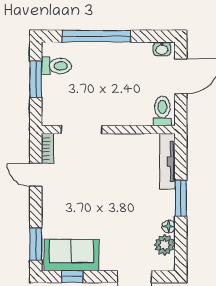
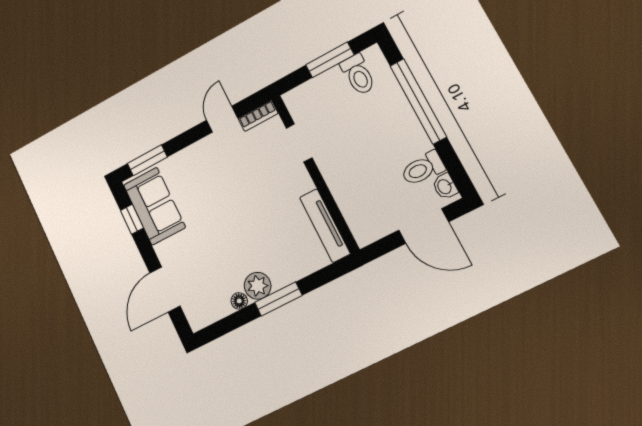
toilet: (162, 111) -> (423, 169), moved, turned 180
doorway: (82, 130) -> (299, 143), width x0.73
tv unit: (167, 161) -> (325, 226), moved, turned -90
plant: (165, 245) -> (258, 286), moved

